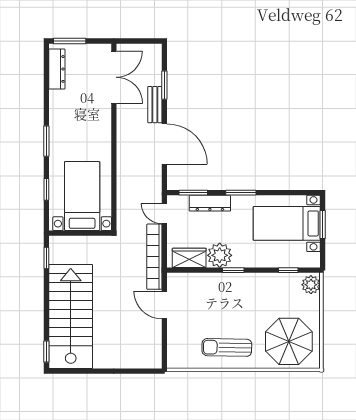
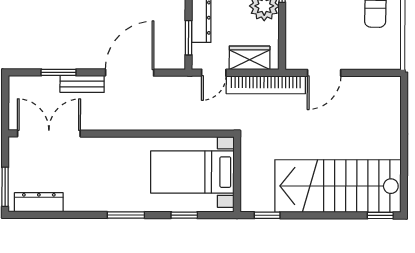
wardrobe: (189, 258) -> (250, 58), moved, turned 90

